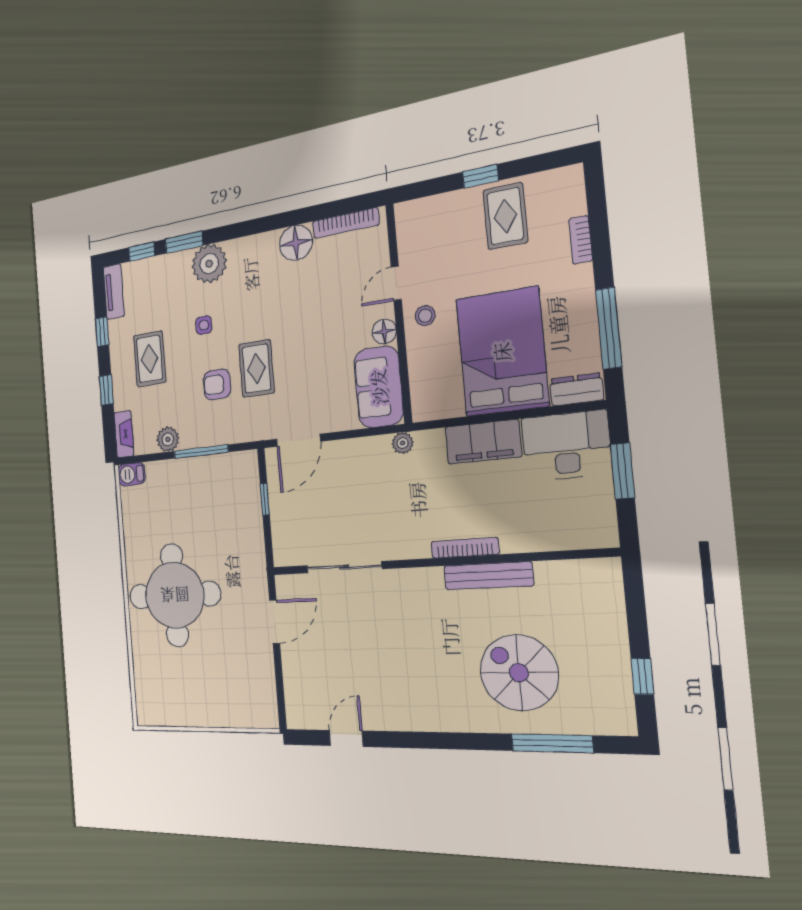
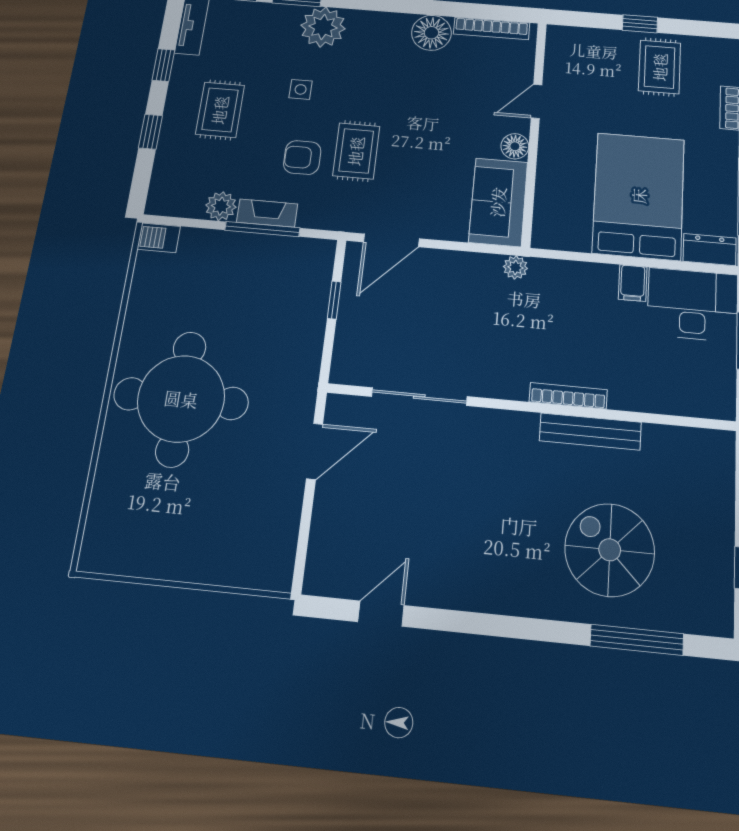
stool: (425, 316) -> (563, 141), removed
fireplace: (124, 434) -> (267, 213), moved, turned -90
filing cabinet: (483, 442) -> (633, 283), width x0.33, depth x0.86

